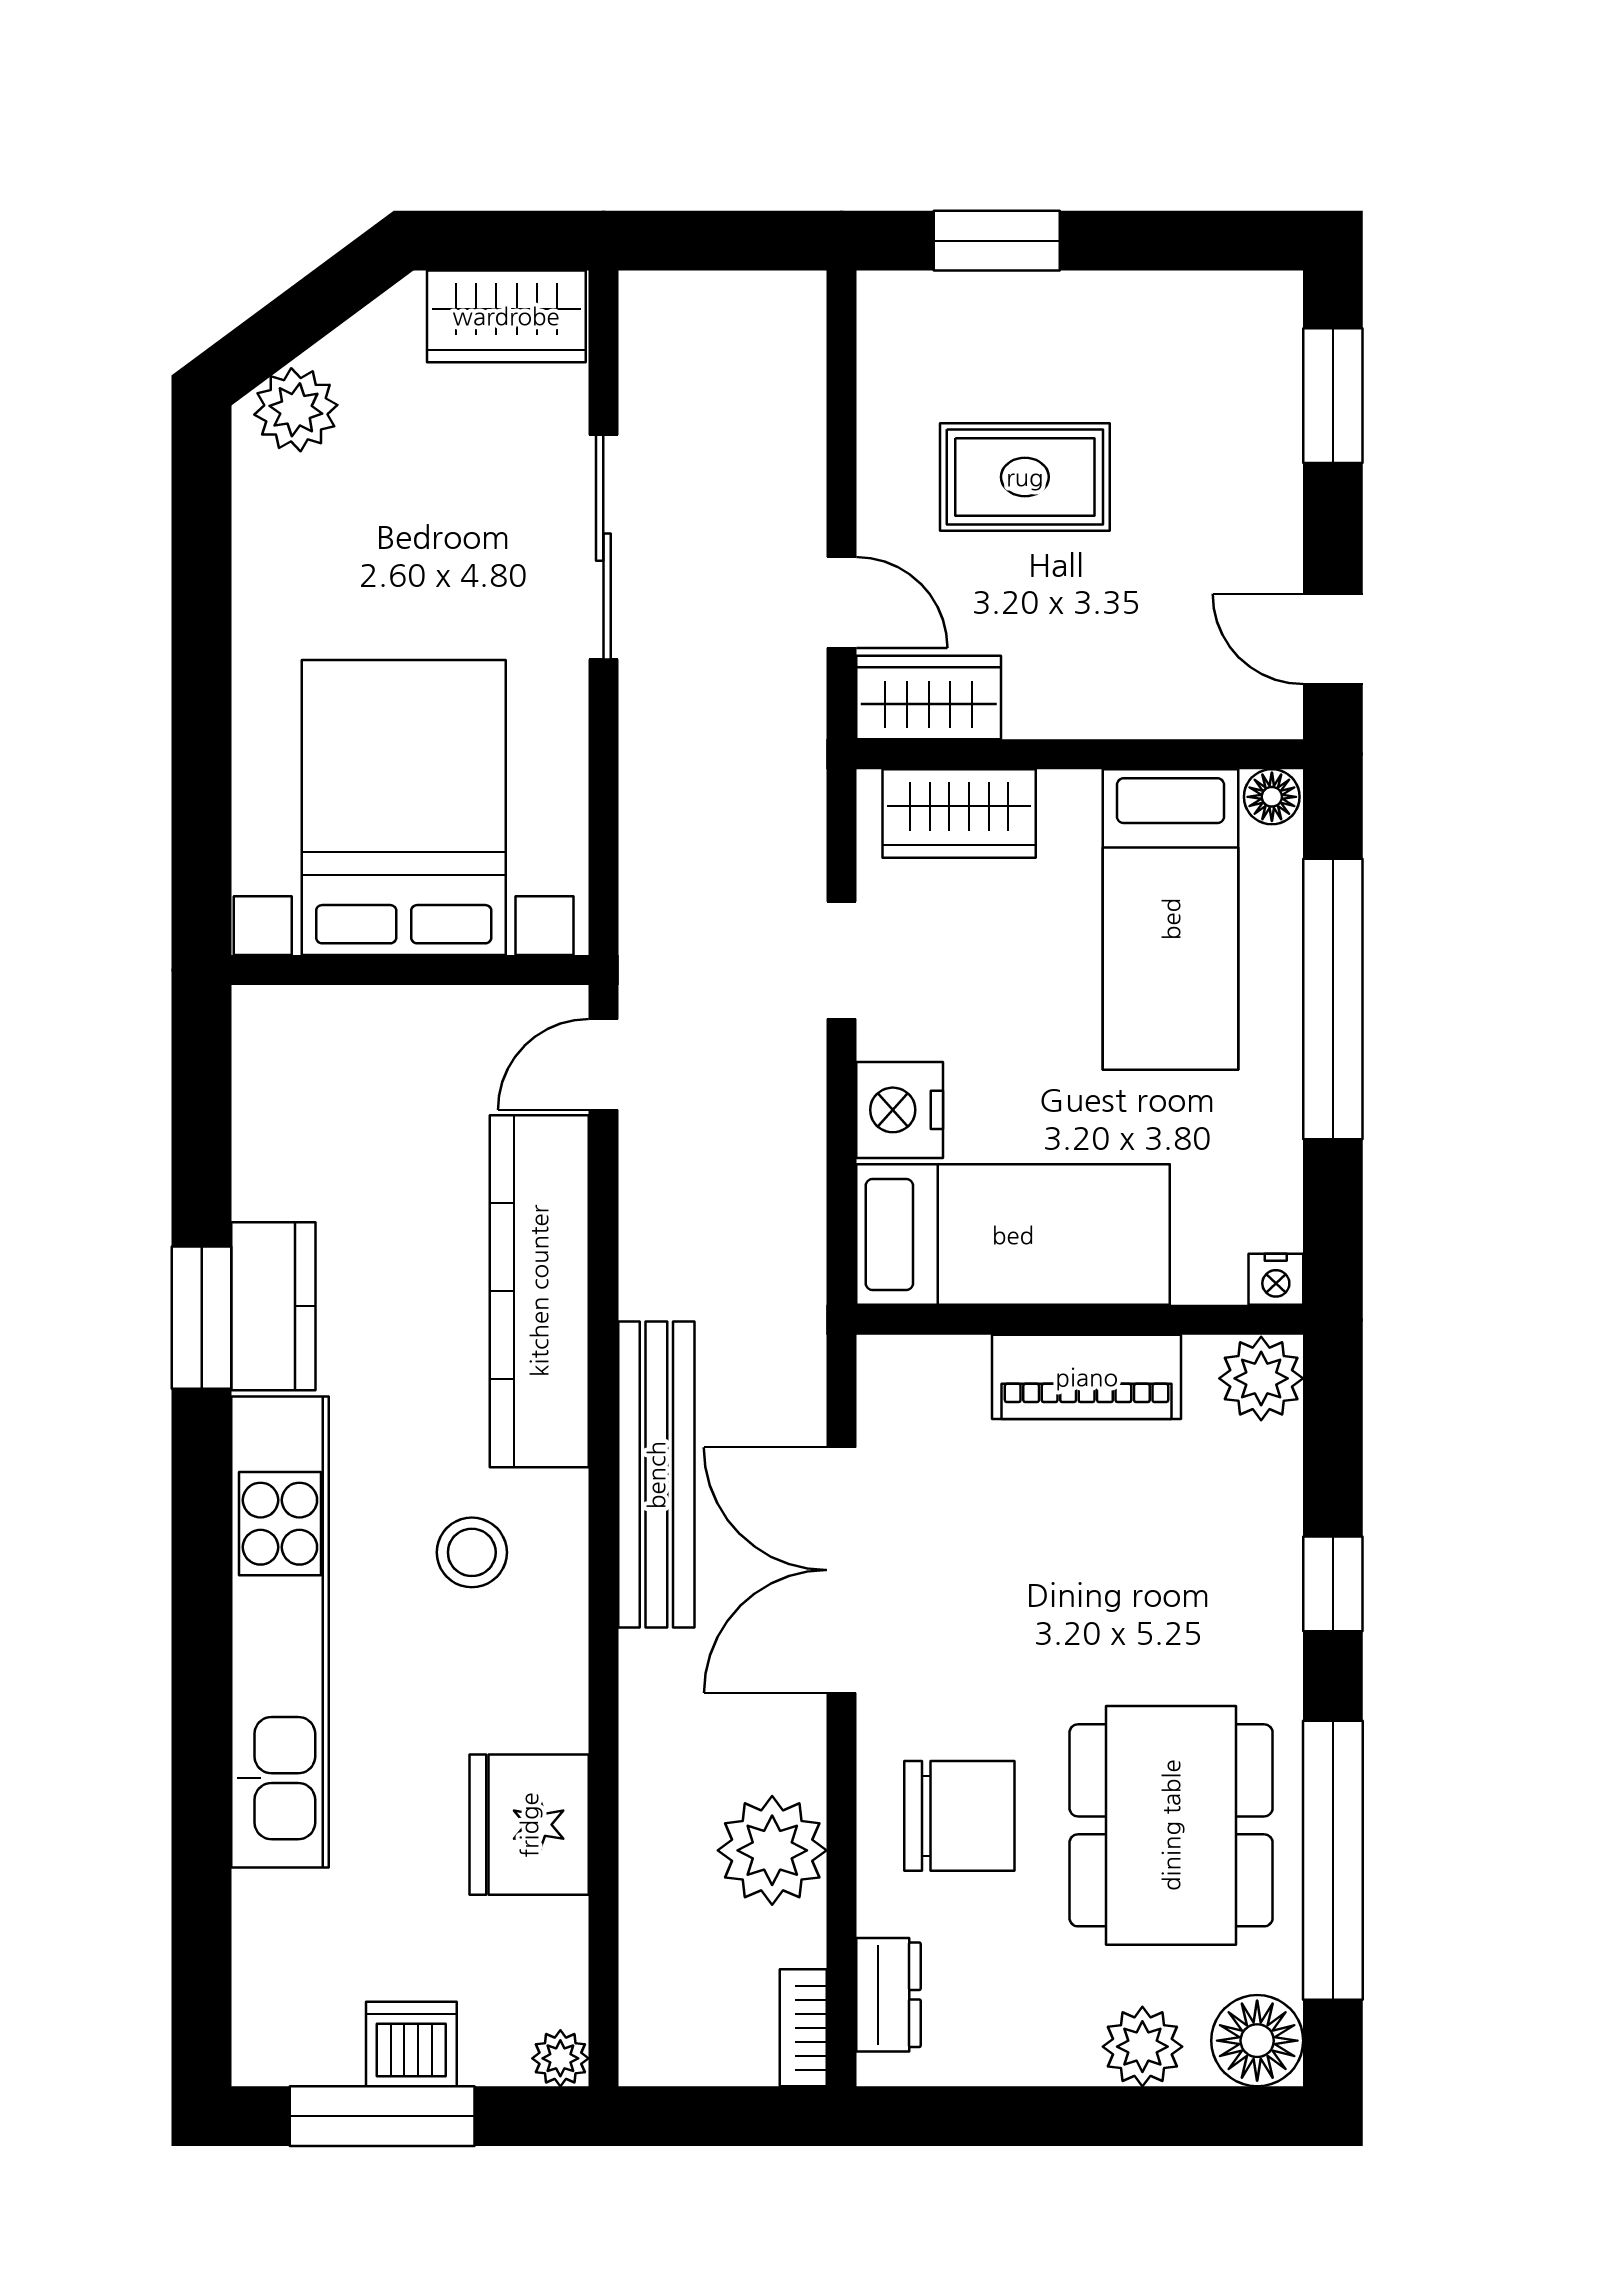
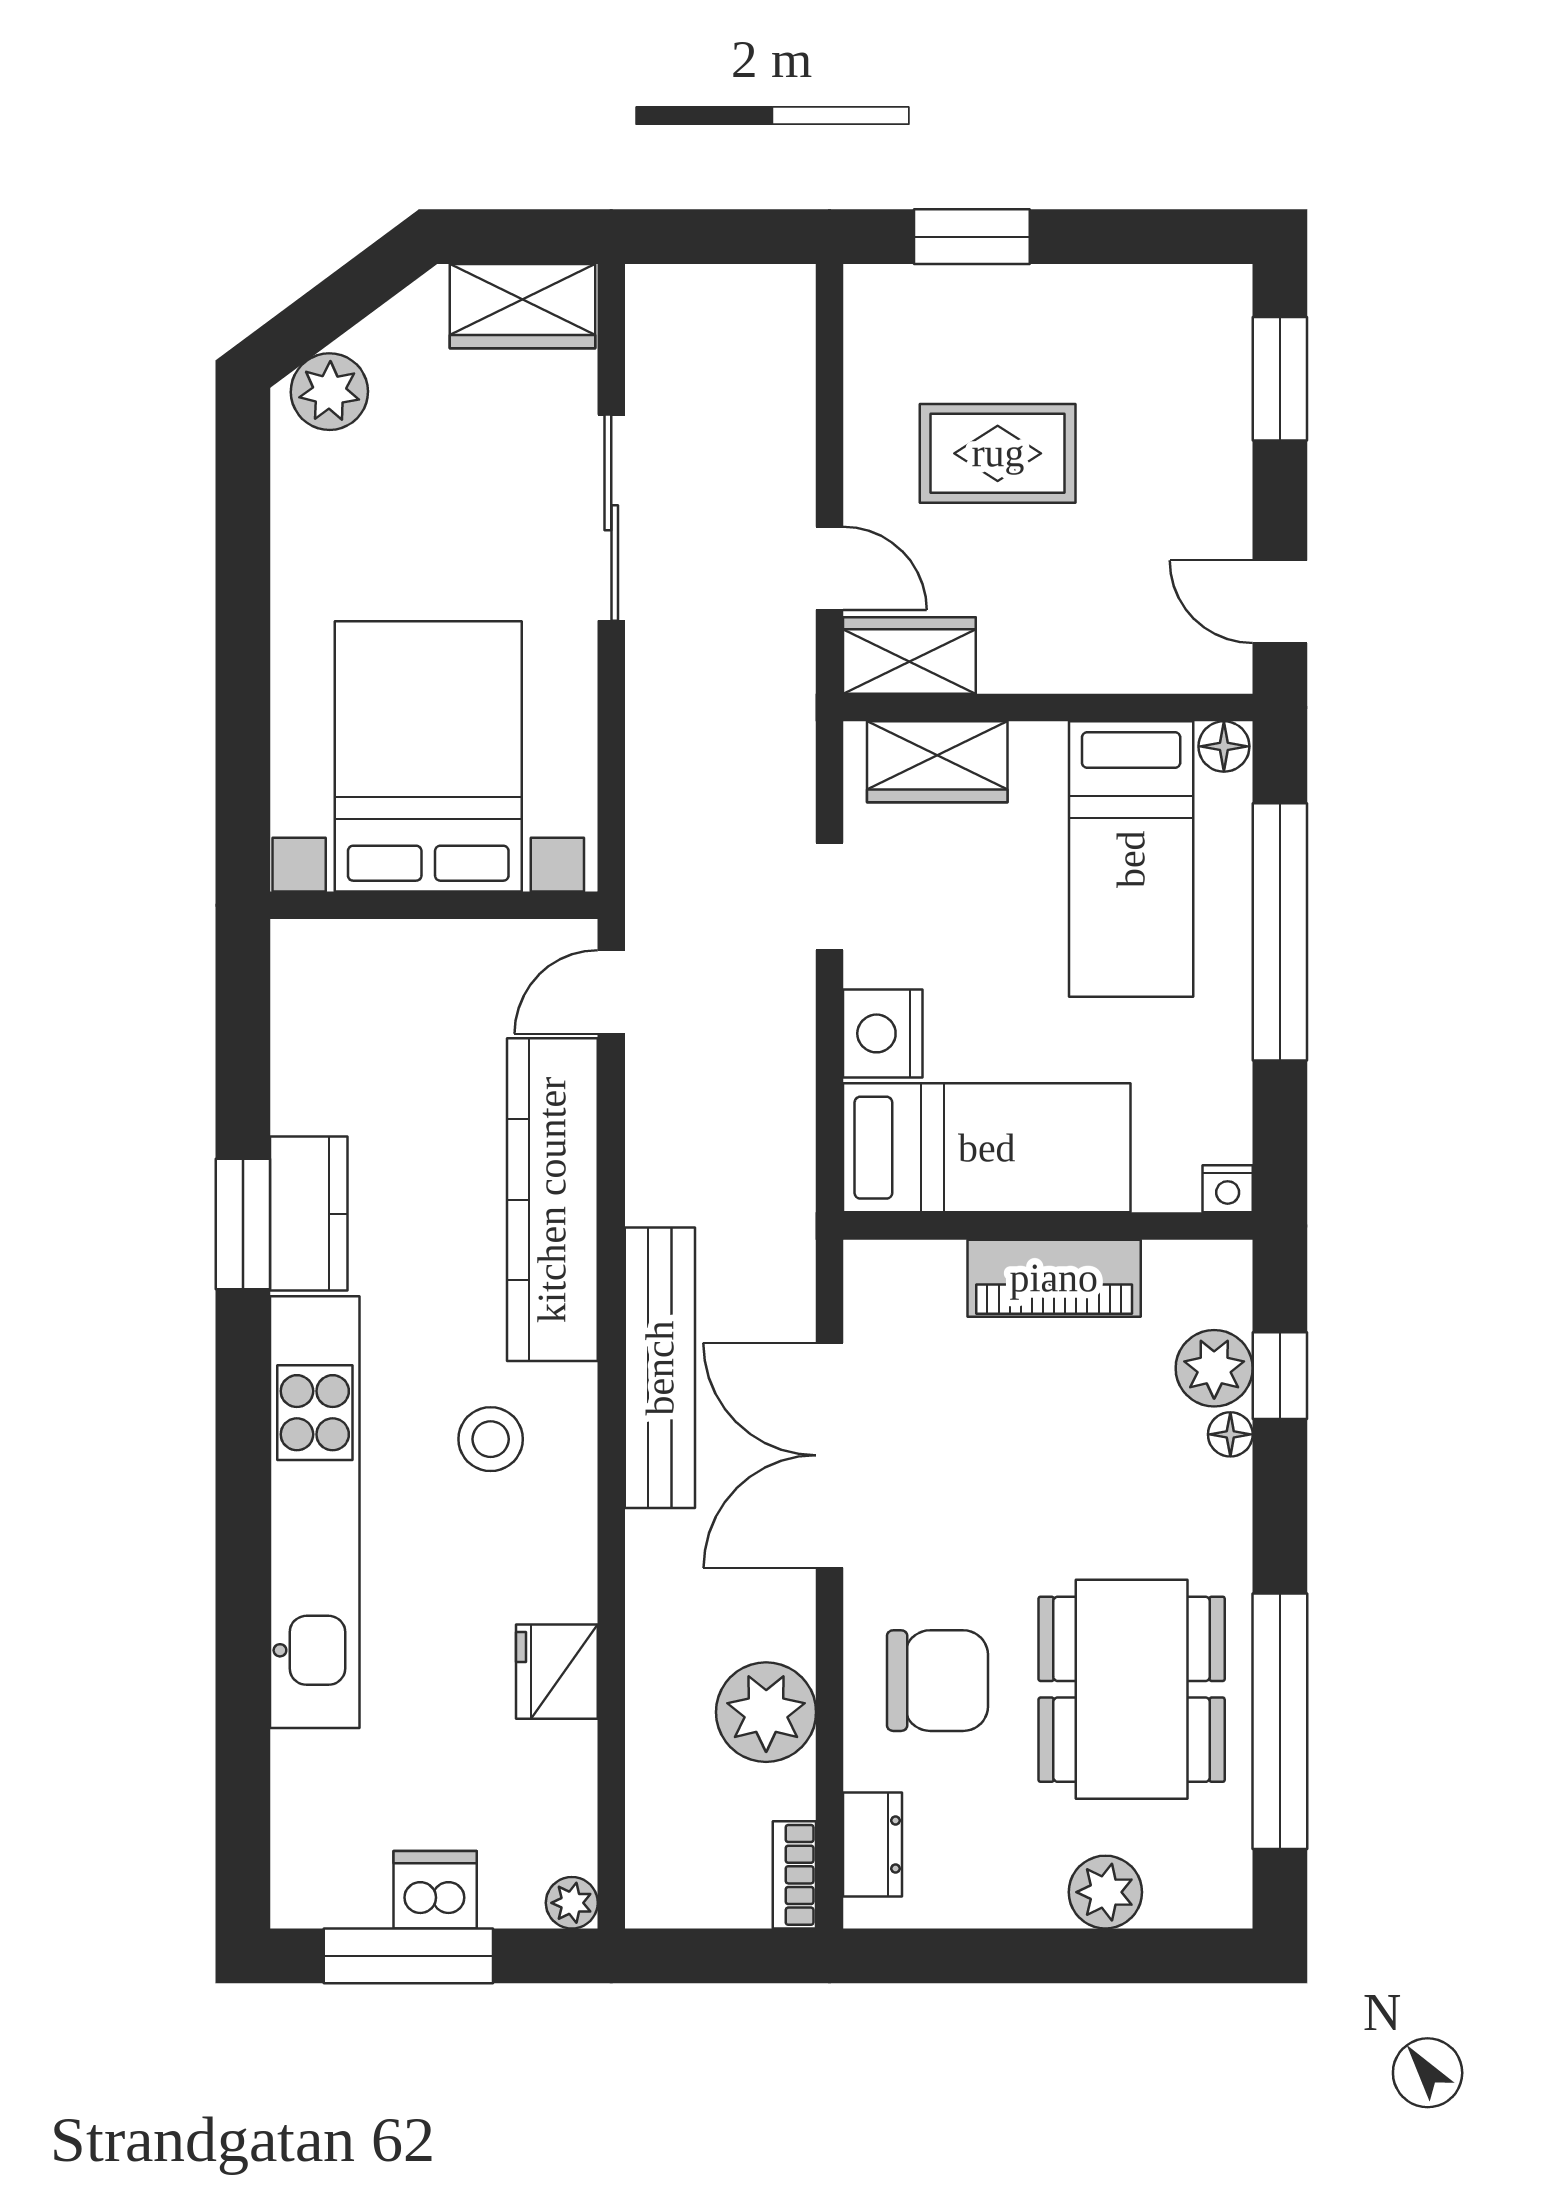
plant: (1261, 1378) -> (1214, 1368), moved
window: (1333, 1584) -> (1280, 1376), moved
fridge: (529, 1825) -> (557, 1672), width x0.73, depth x0.75
floor lamp: (1257, 2041) -> (1230, 1434), moved, width x0.53, depth x0.53

